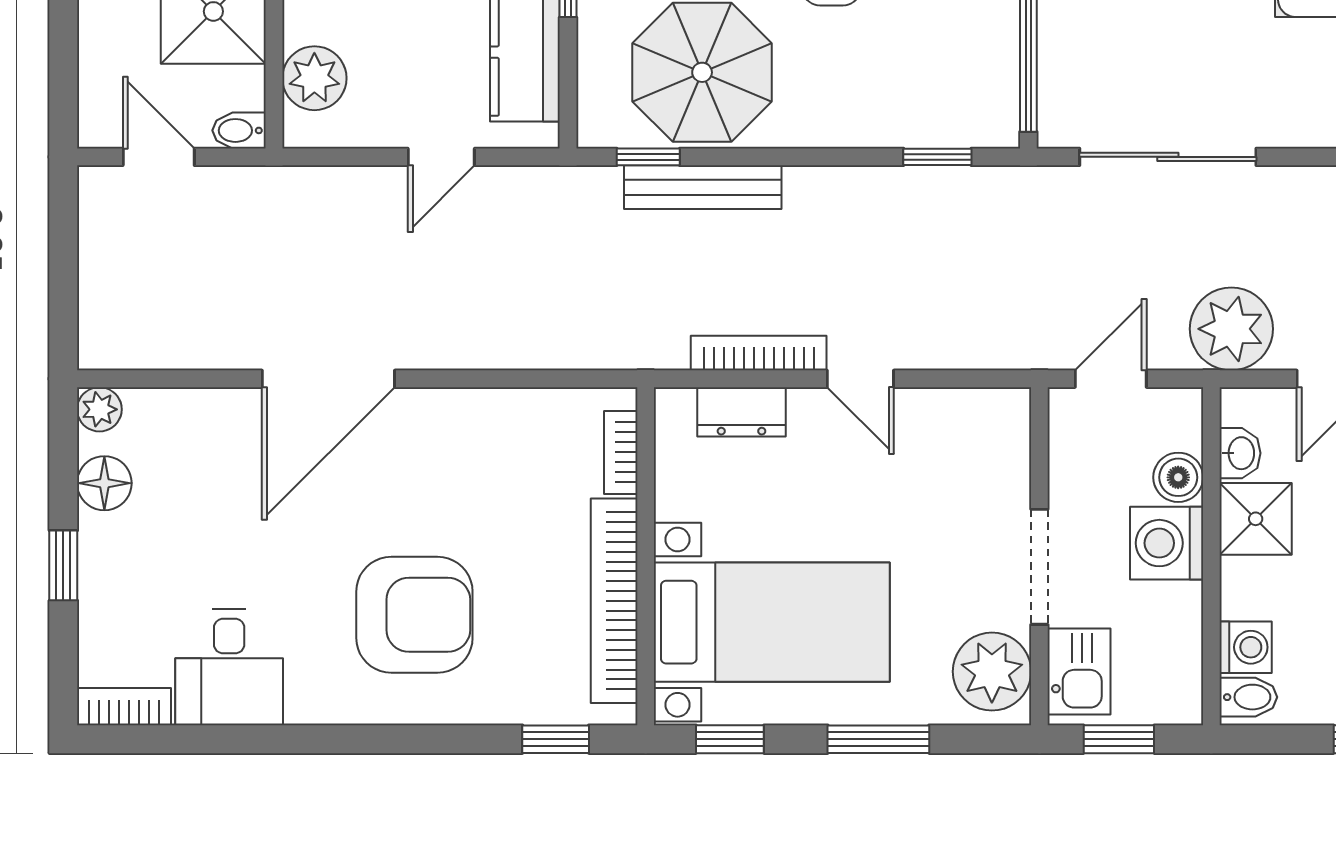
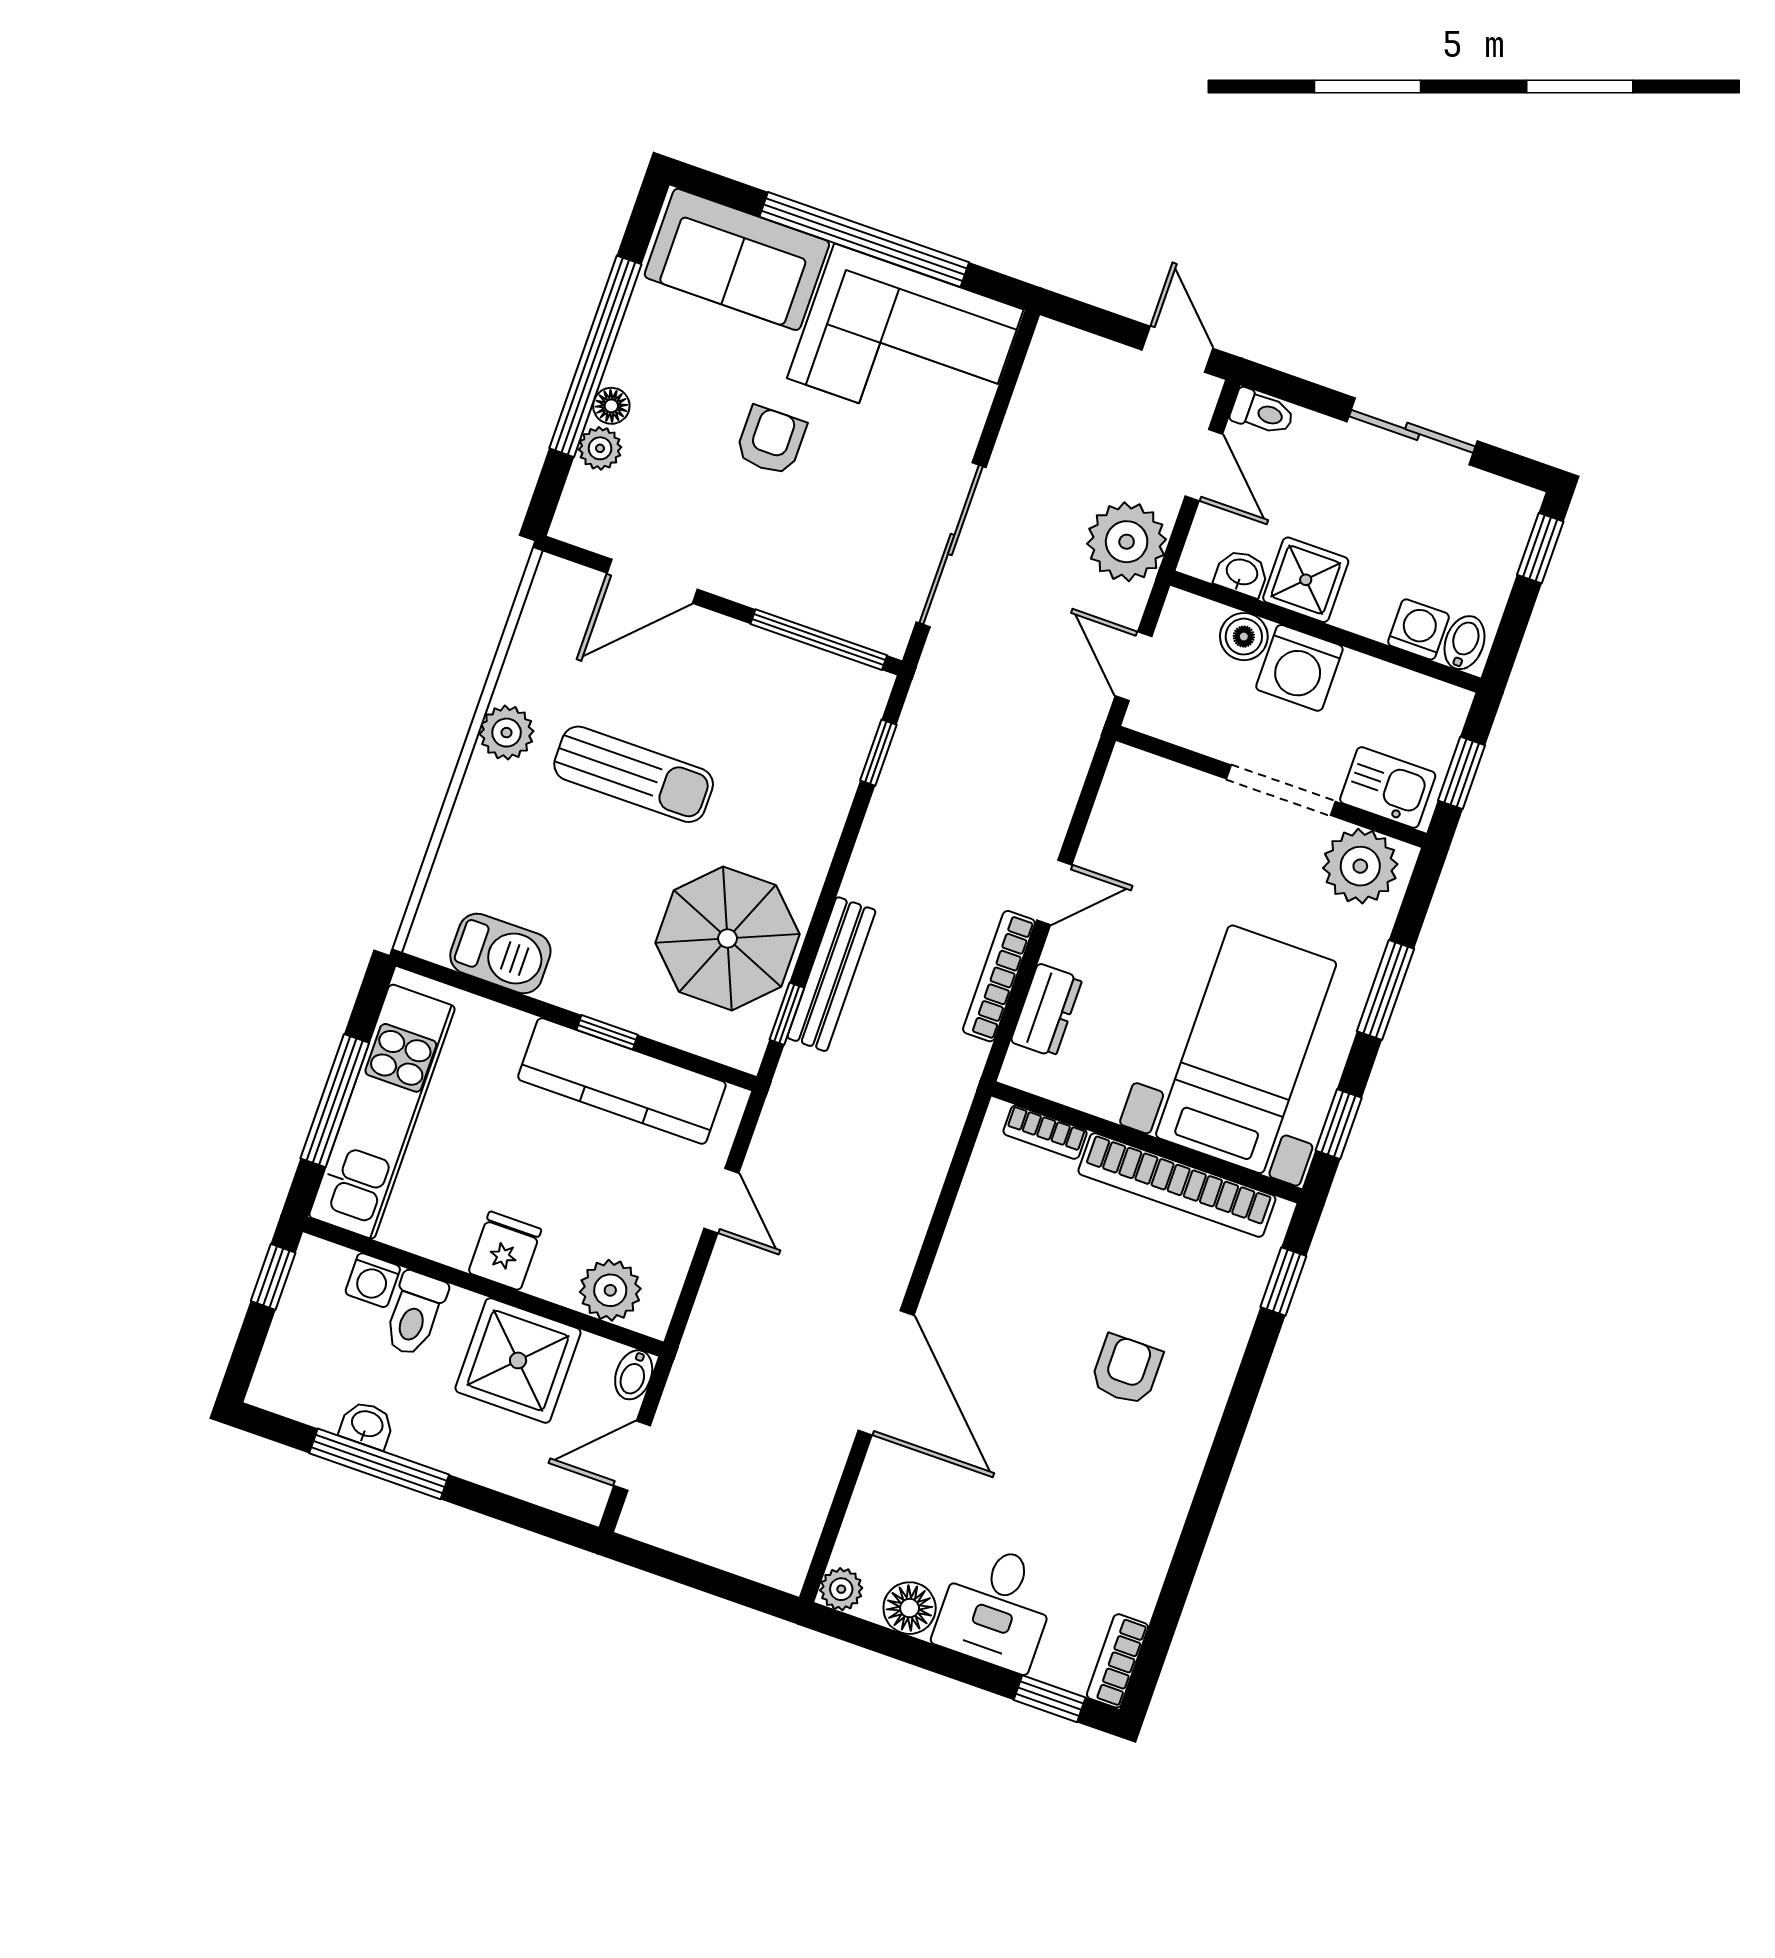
window: (63, 565) -> (1050, 1699), moved
armchair: (414, 615) -> (1126, 1370), width x0.53, depth x0.53
desk: (229, 667) -> (996, 1607), moved, turned 90

